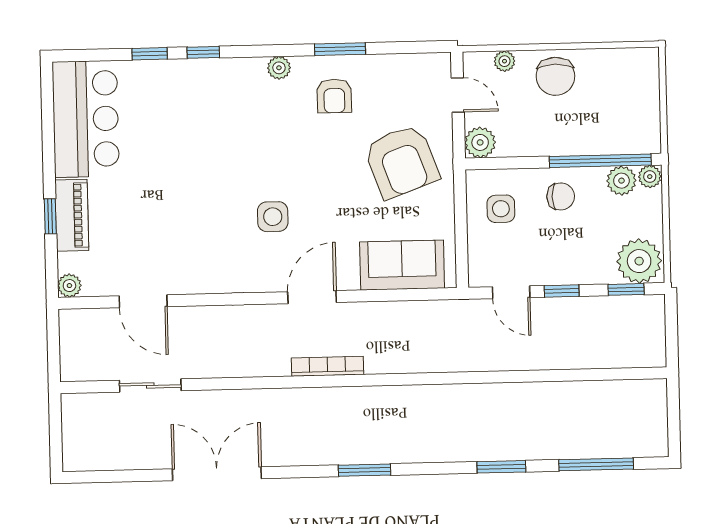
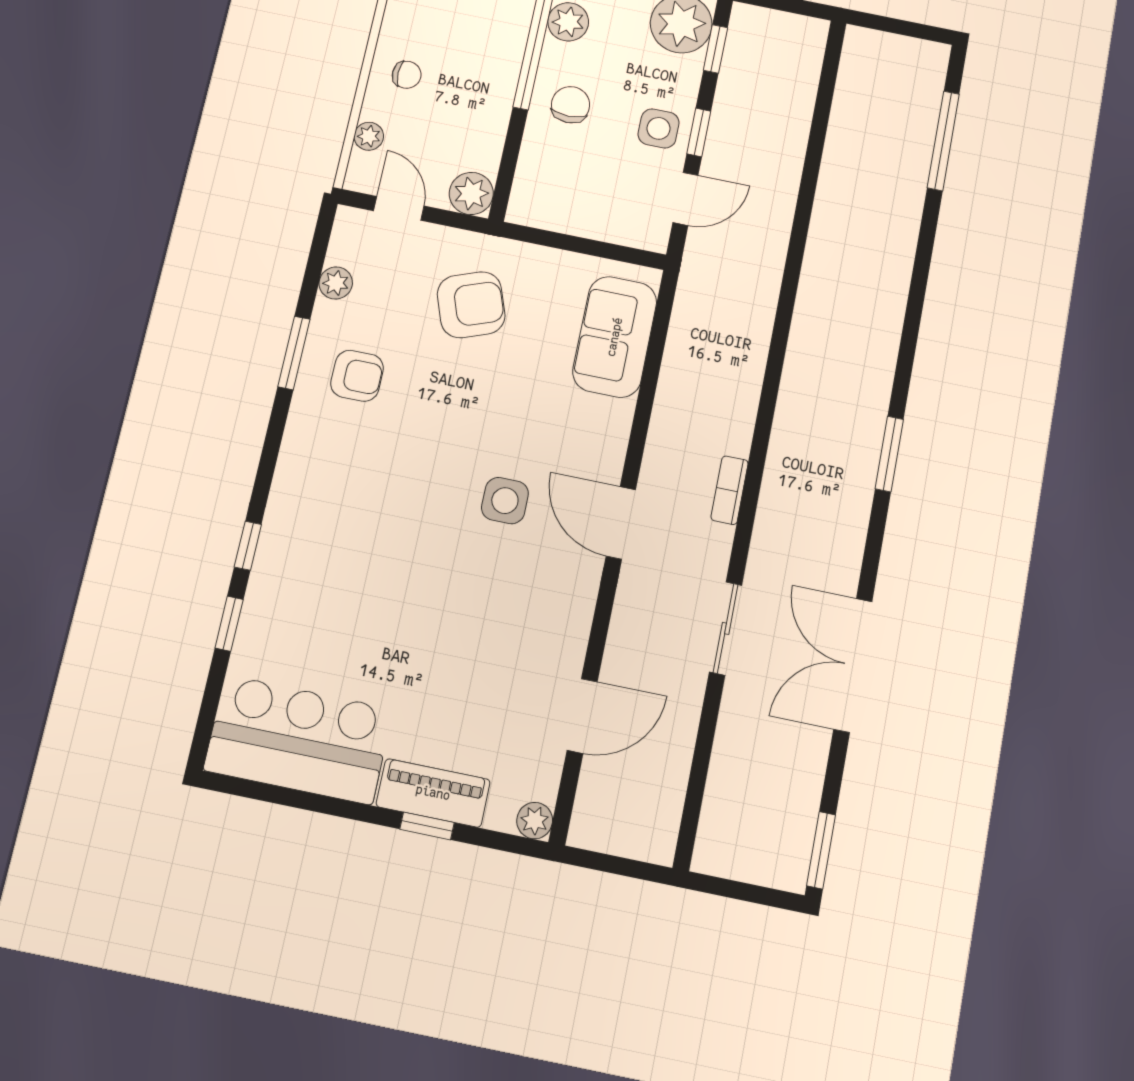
plant: (279, 68) -> (336, 283), moved
chair: (555, 76) -> (407, 75), width x0.54, depth x0.54
door: (458, 95) -> (399, 208), hinge flipped
armchair: (401, 161) -> (471, 305), width x0.73, depth x0.73
side table: (501, 209) -> (659, 128), moved
door: (312, 297) -> (621, 523), moved
bookcase: (328, 366) -> (730, 490), width x0.64
sliding door: (150, 385) -> (726, 628), moved
window: (501, 467) -> (821, 850), moved

